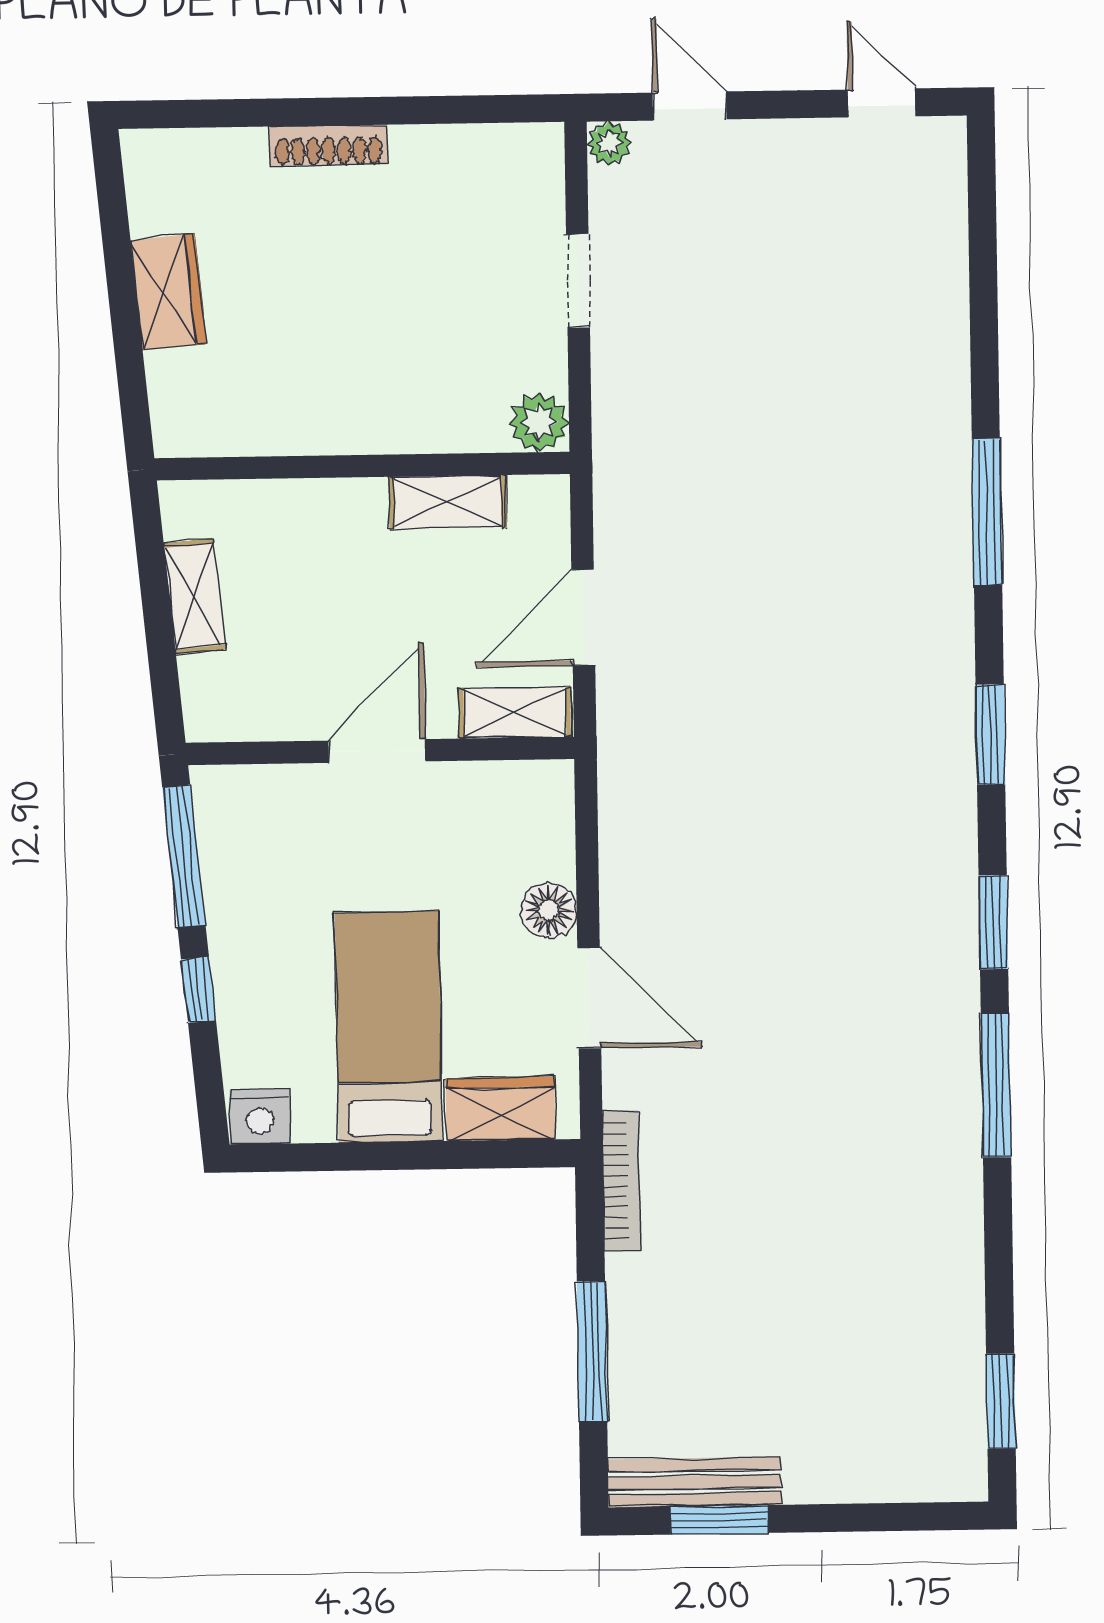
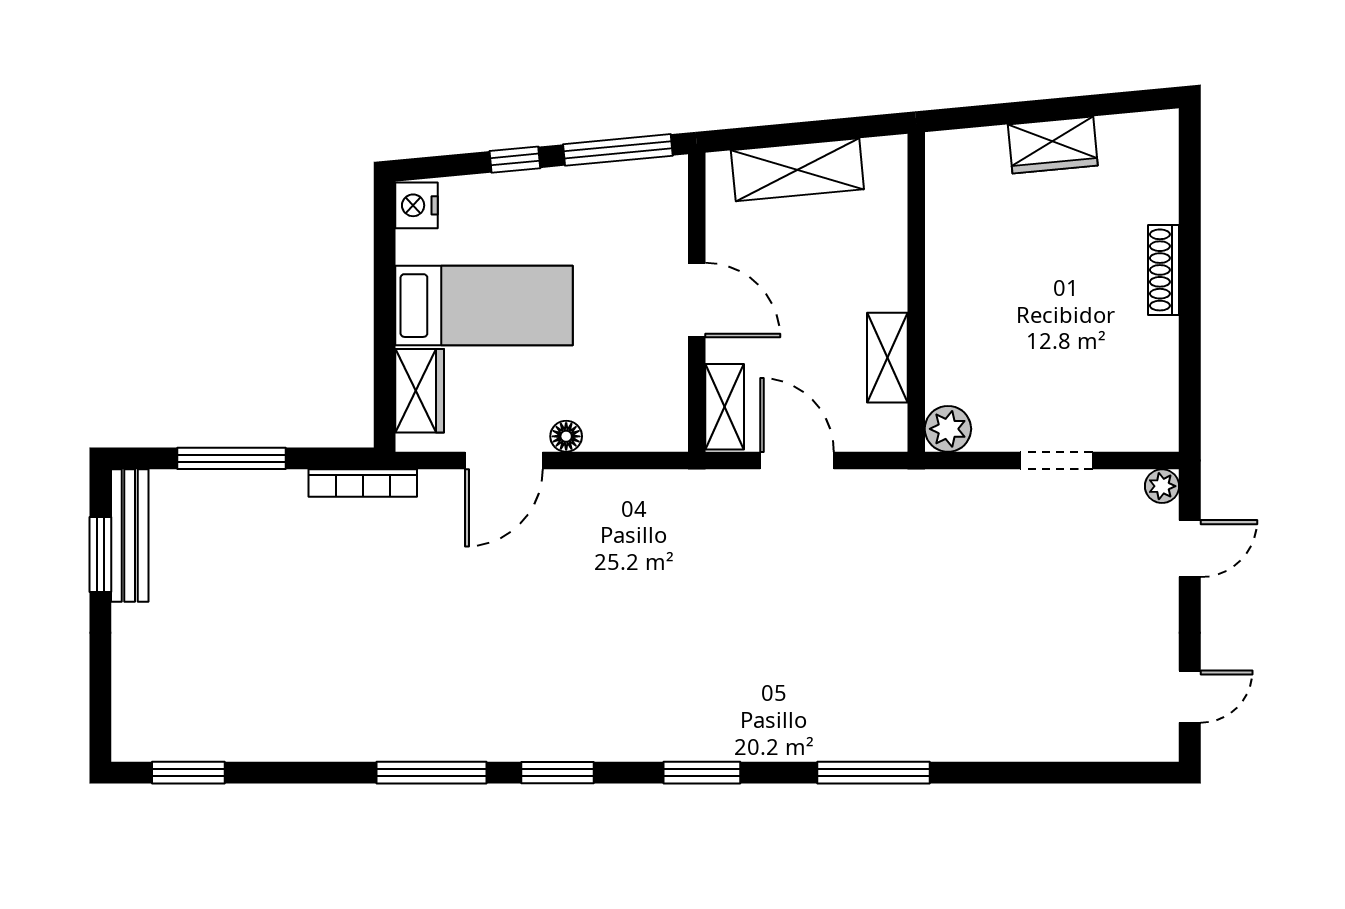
shelving: (195, 596) -> (797, 170), width x1.50, depth x1.33
floor lamp: (549, 910) -> (566, 436), width x0.73, depth x0.73

